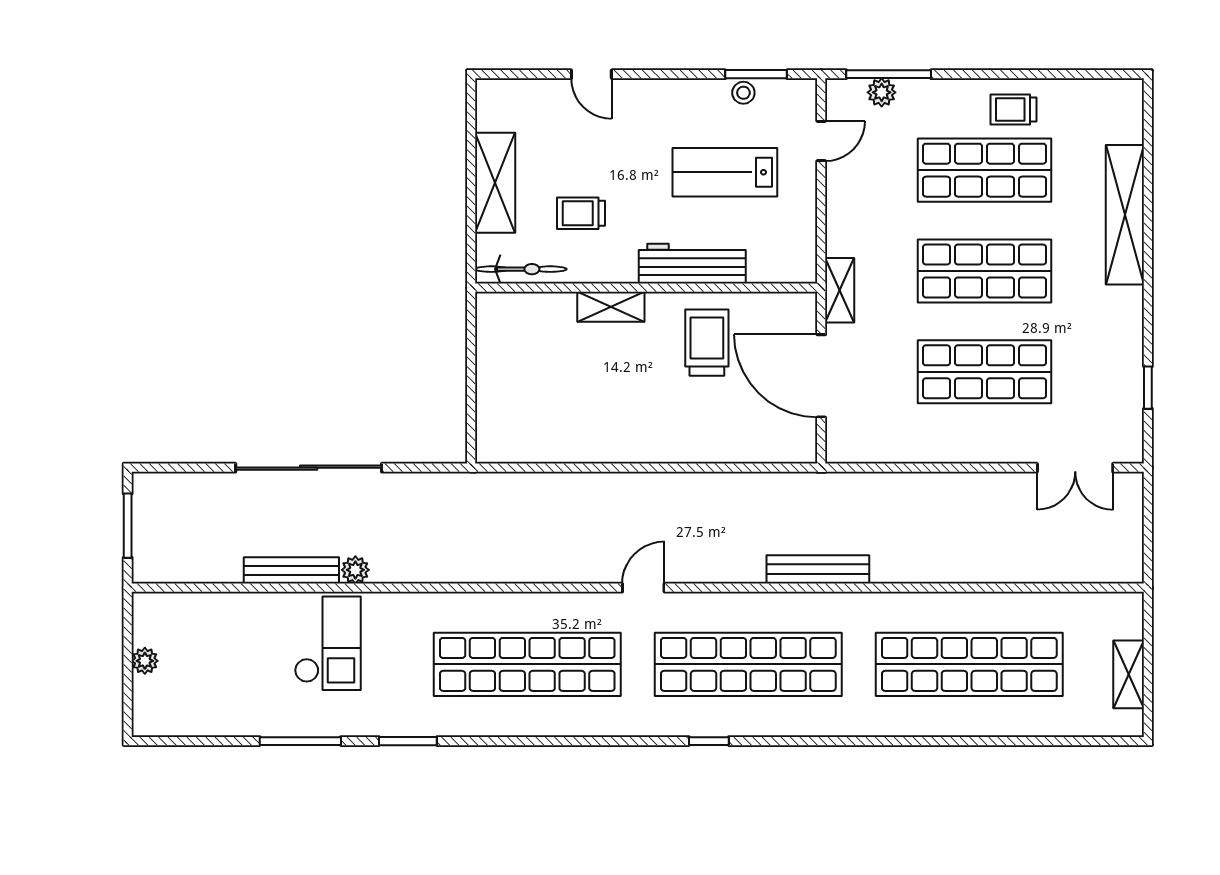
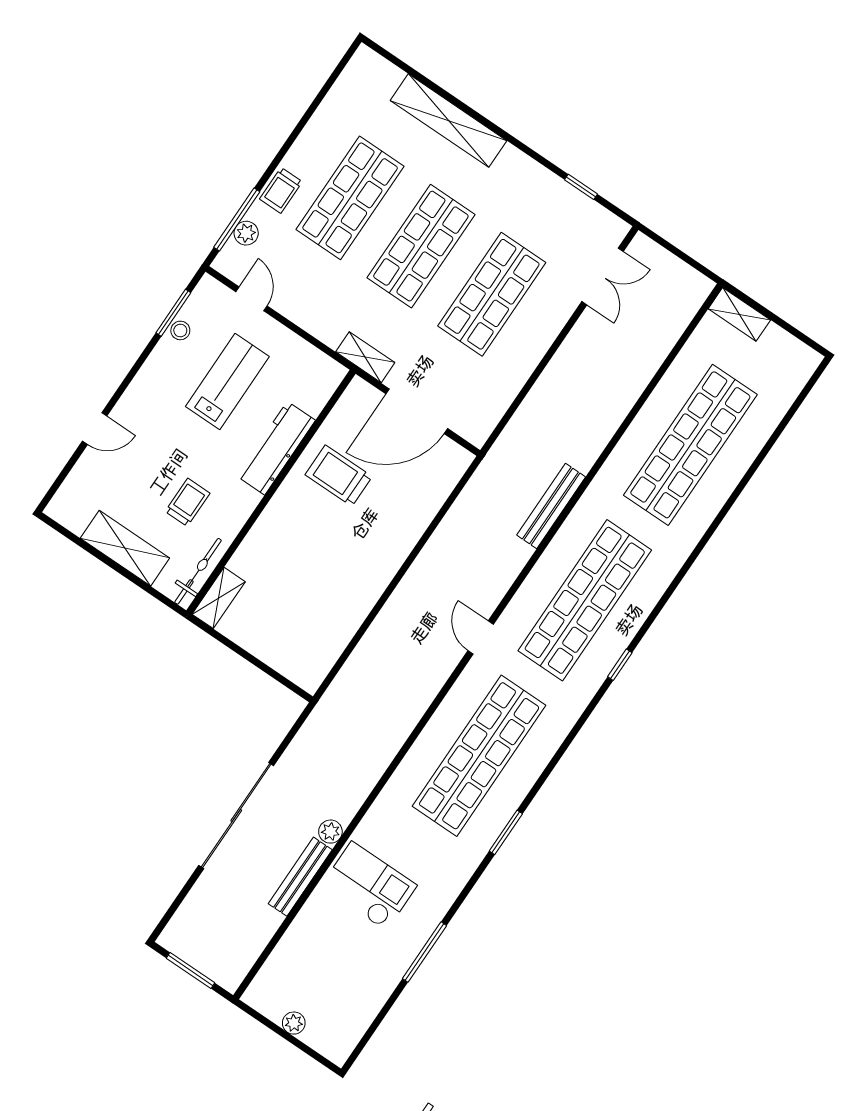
trolley: (1013, 110) -> (281, 190), moved
lab bench: (725, 172) -> (227, 382), turned 180
trolley: (581, 213) -> (187, 502), turned 180
shelving: (611, 307) -> (219, 598), moved
shelving: (1129, 674) -> (739, 314), moved
window: (408, 741) -> (506, 832), moved

